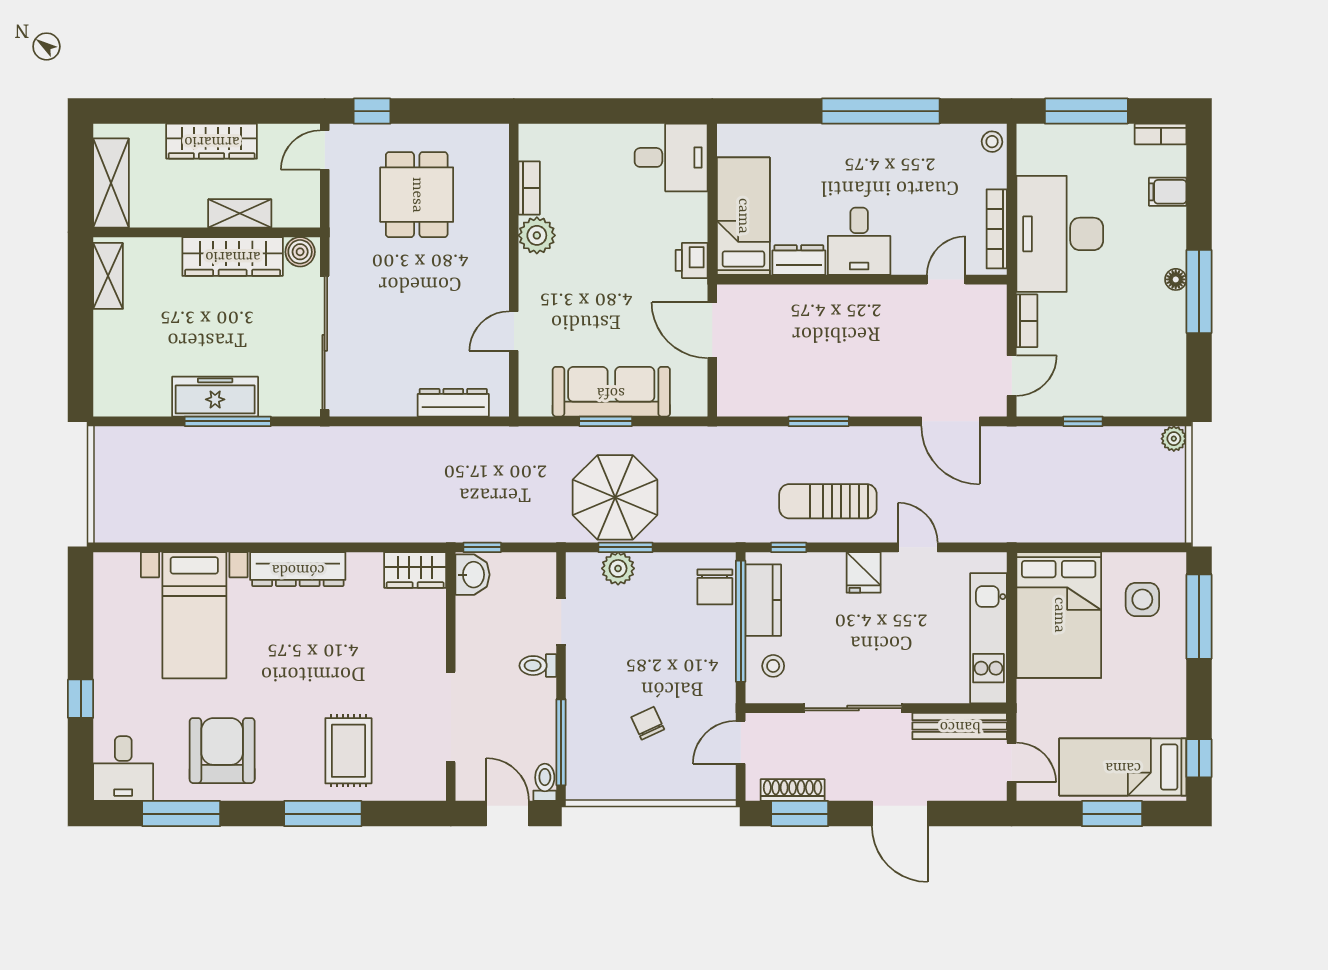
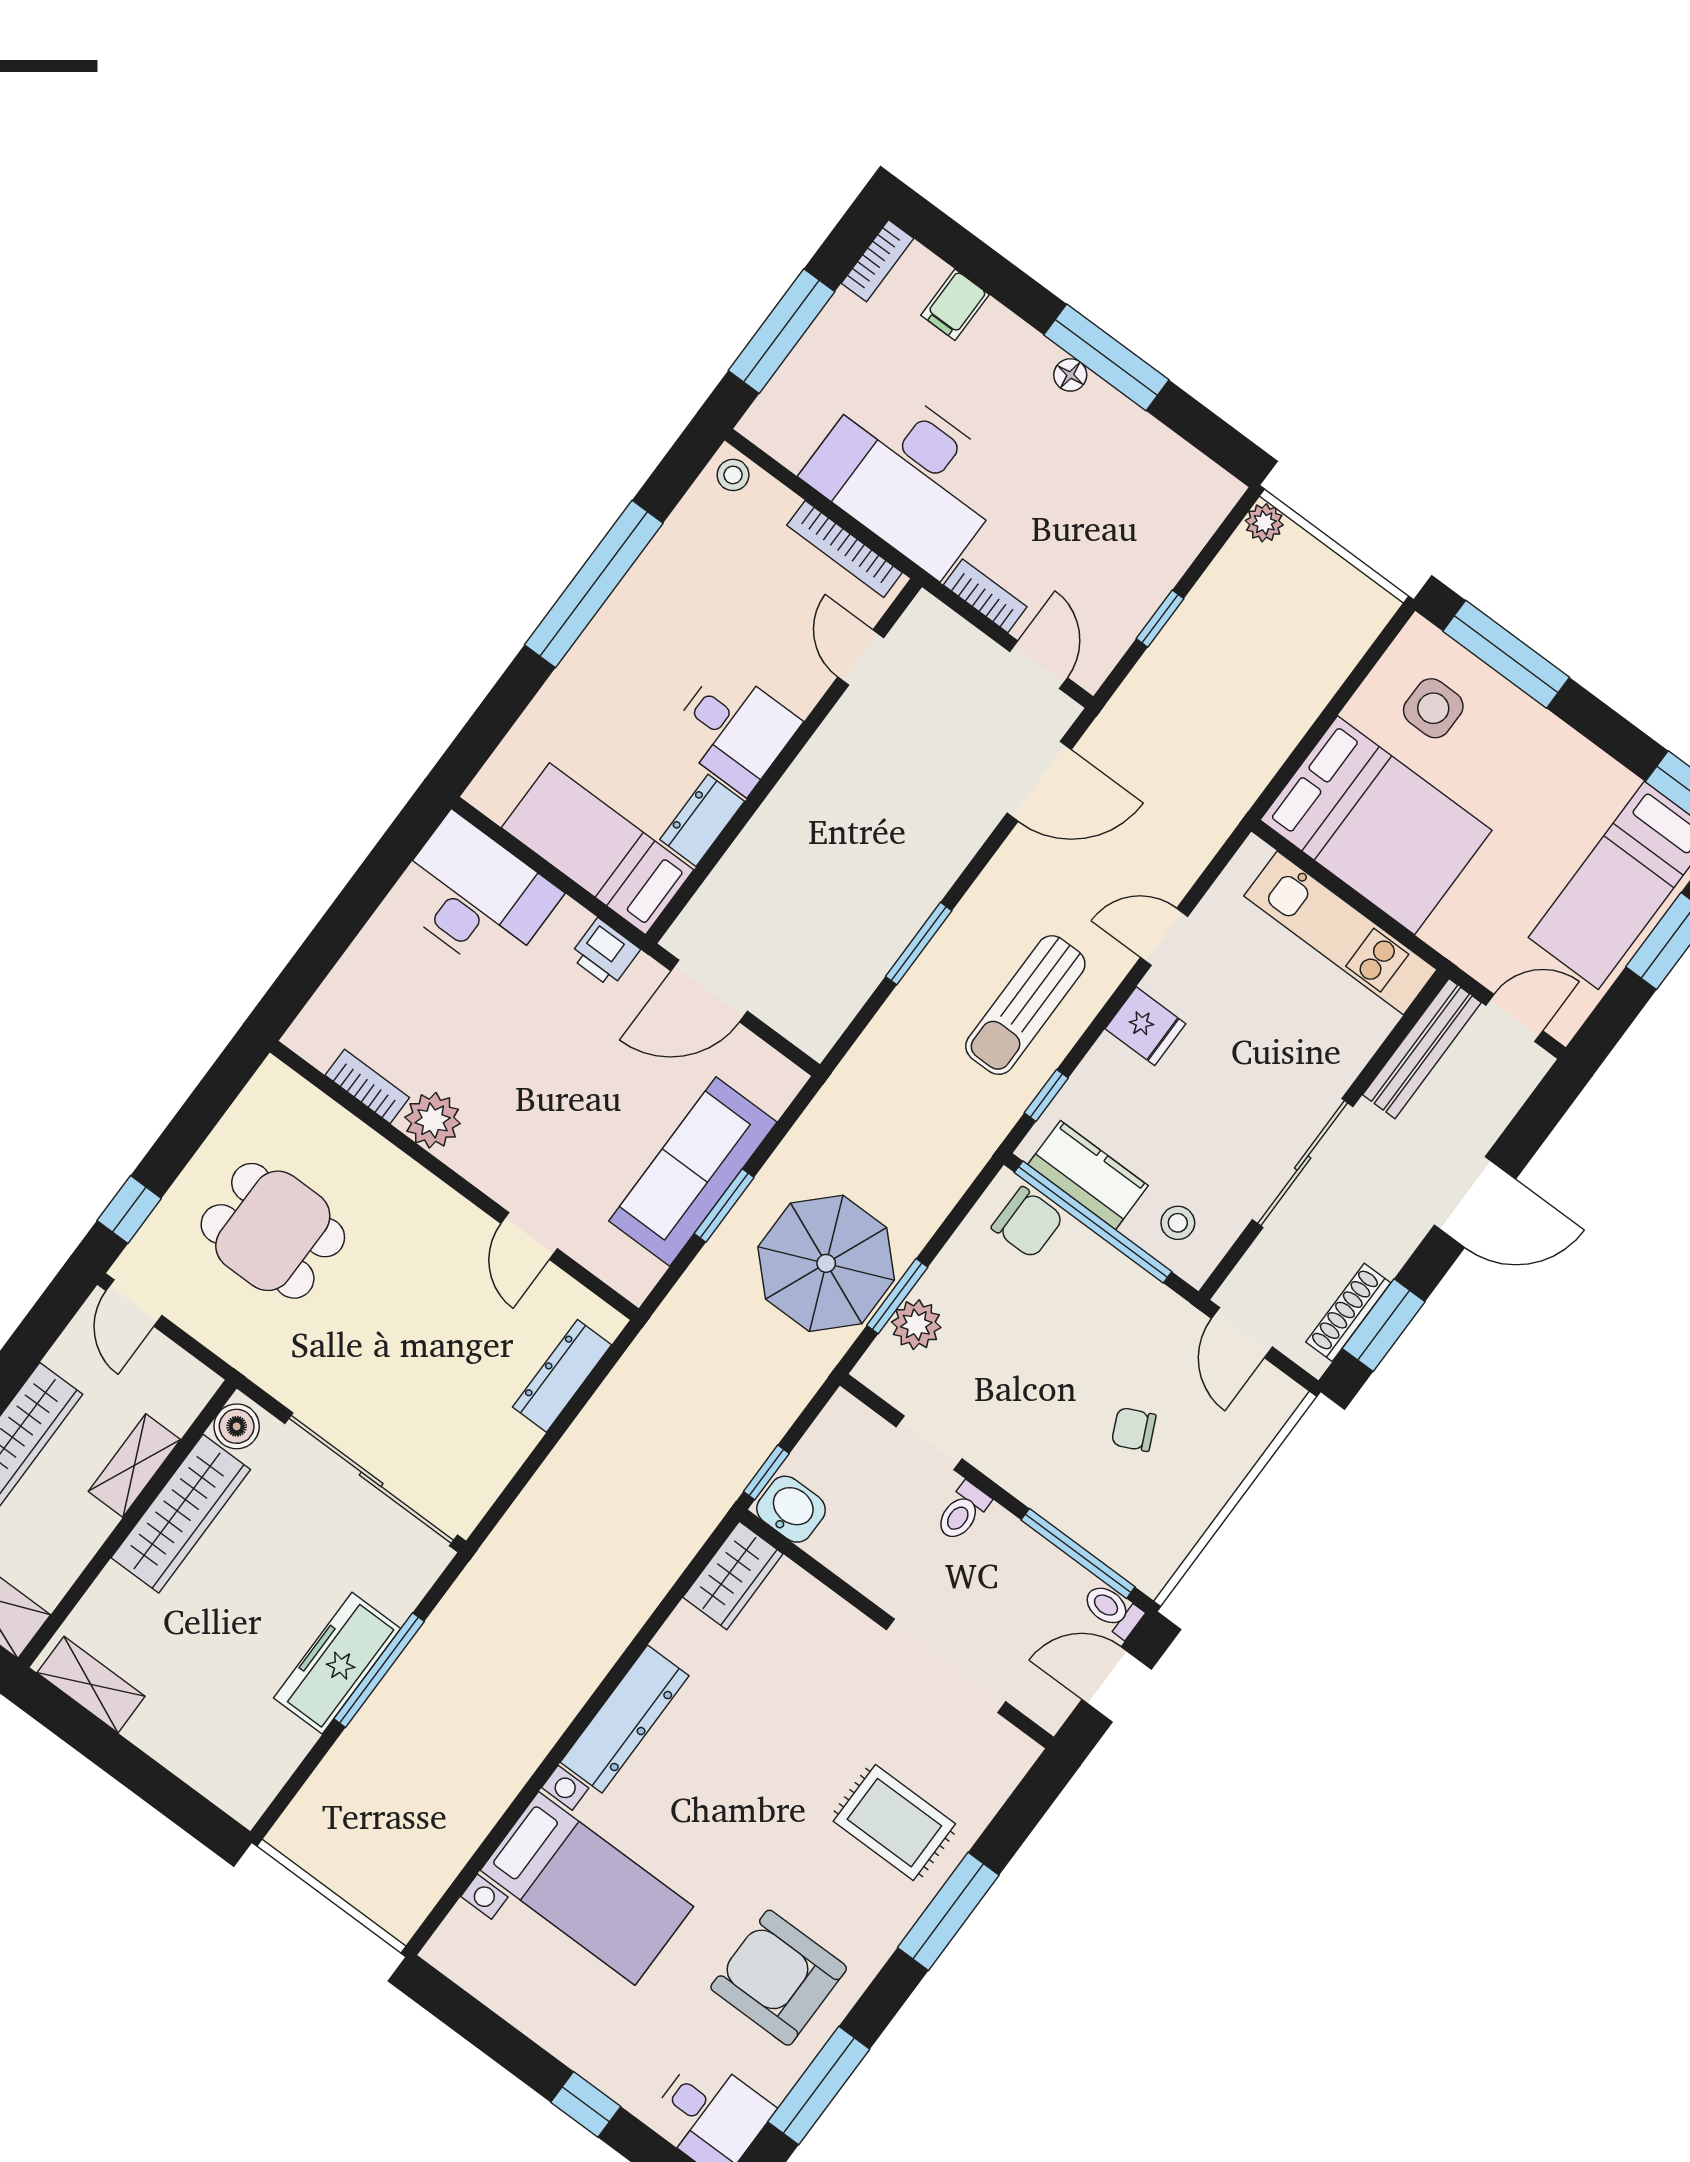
desk: (671, 157) -> (475, 896), width x1.37

